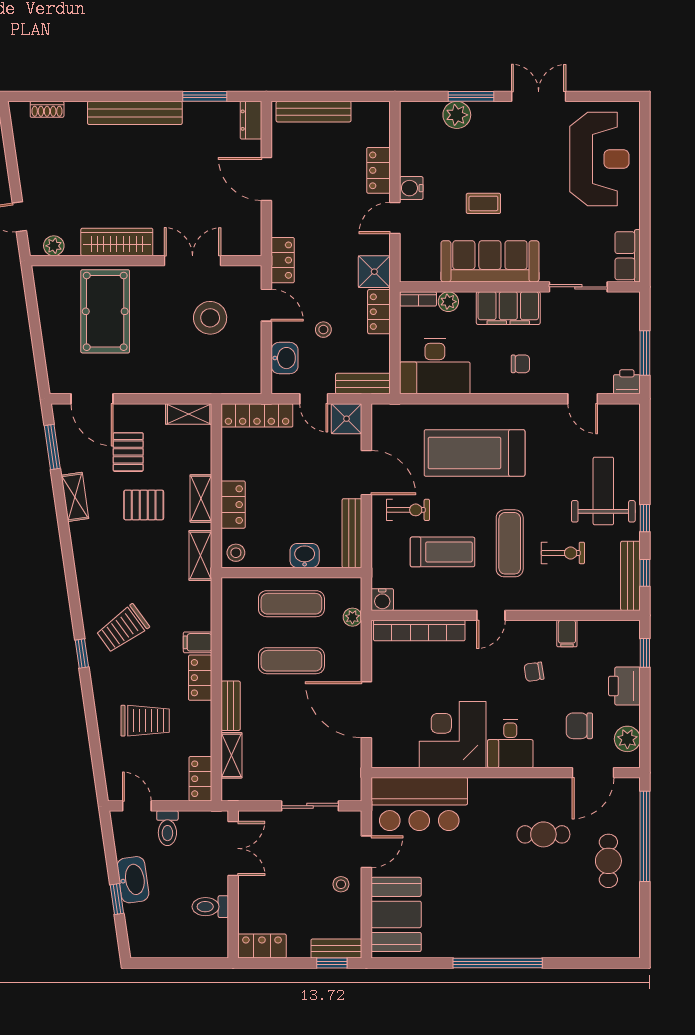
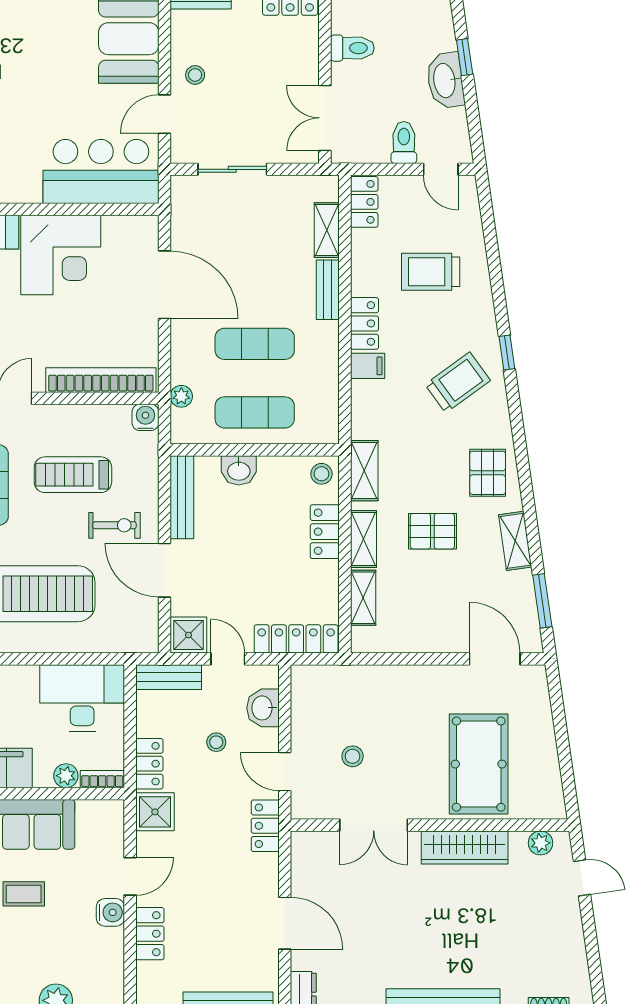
stool: (210, 318) -> (353, 756), width x0.53, depth x0.53
shelving: (189, 414) -> (363, 598), moved, turned 90
pallet: (128, 452) -> (488, 473), moved
exercise bike: (408, 510) -> (114, 525), turned 180

